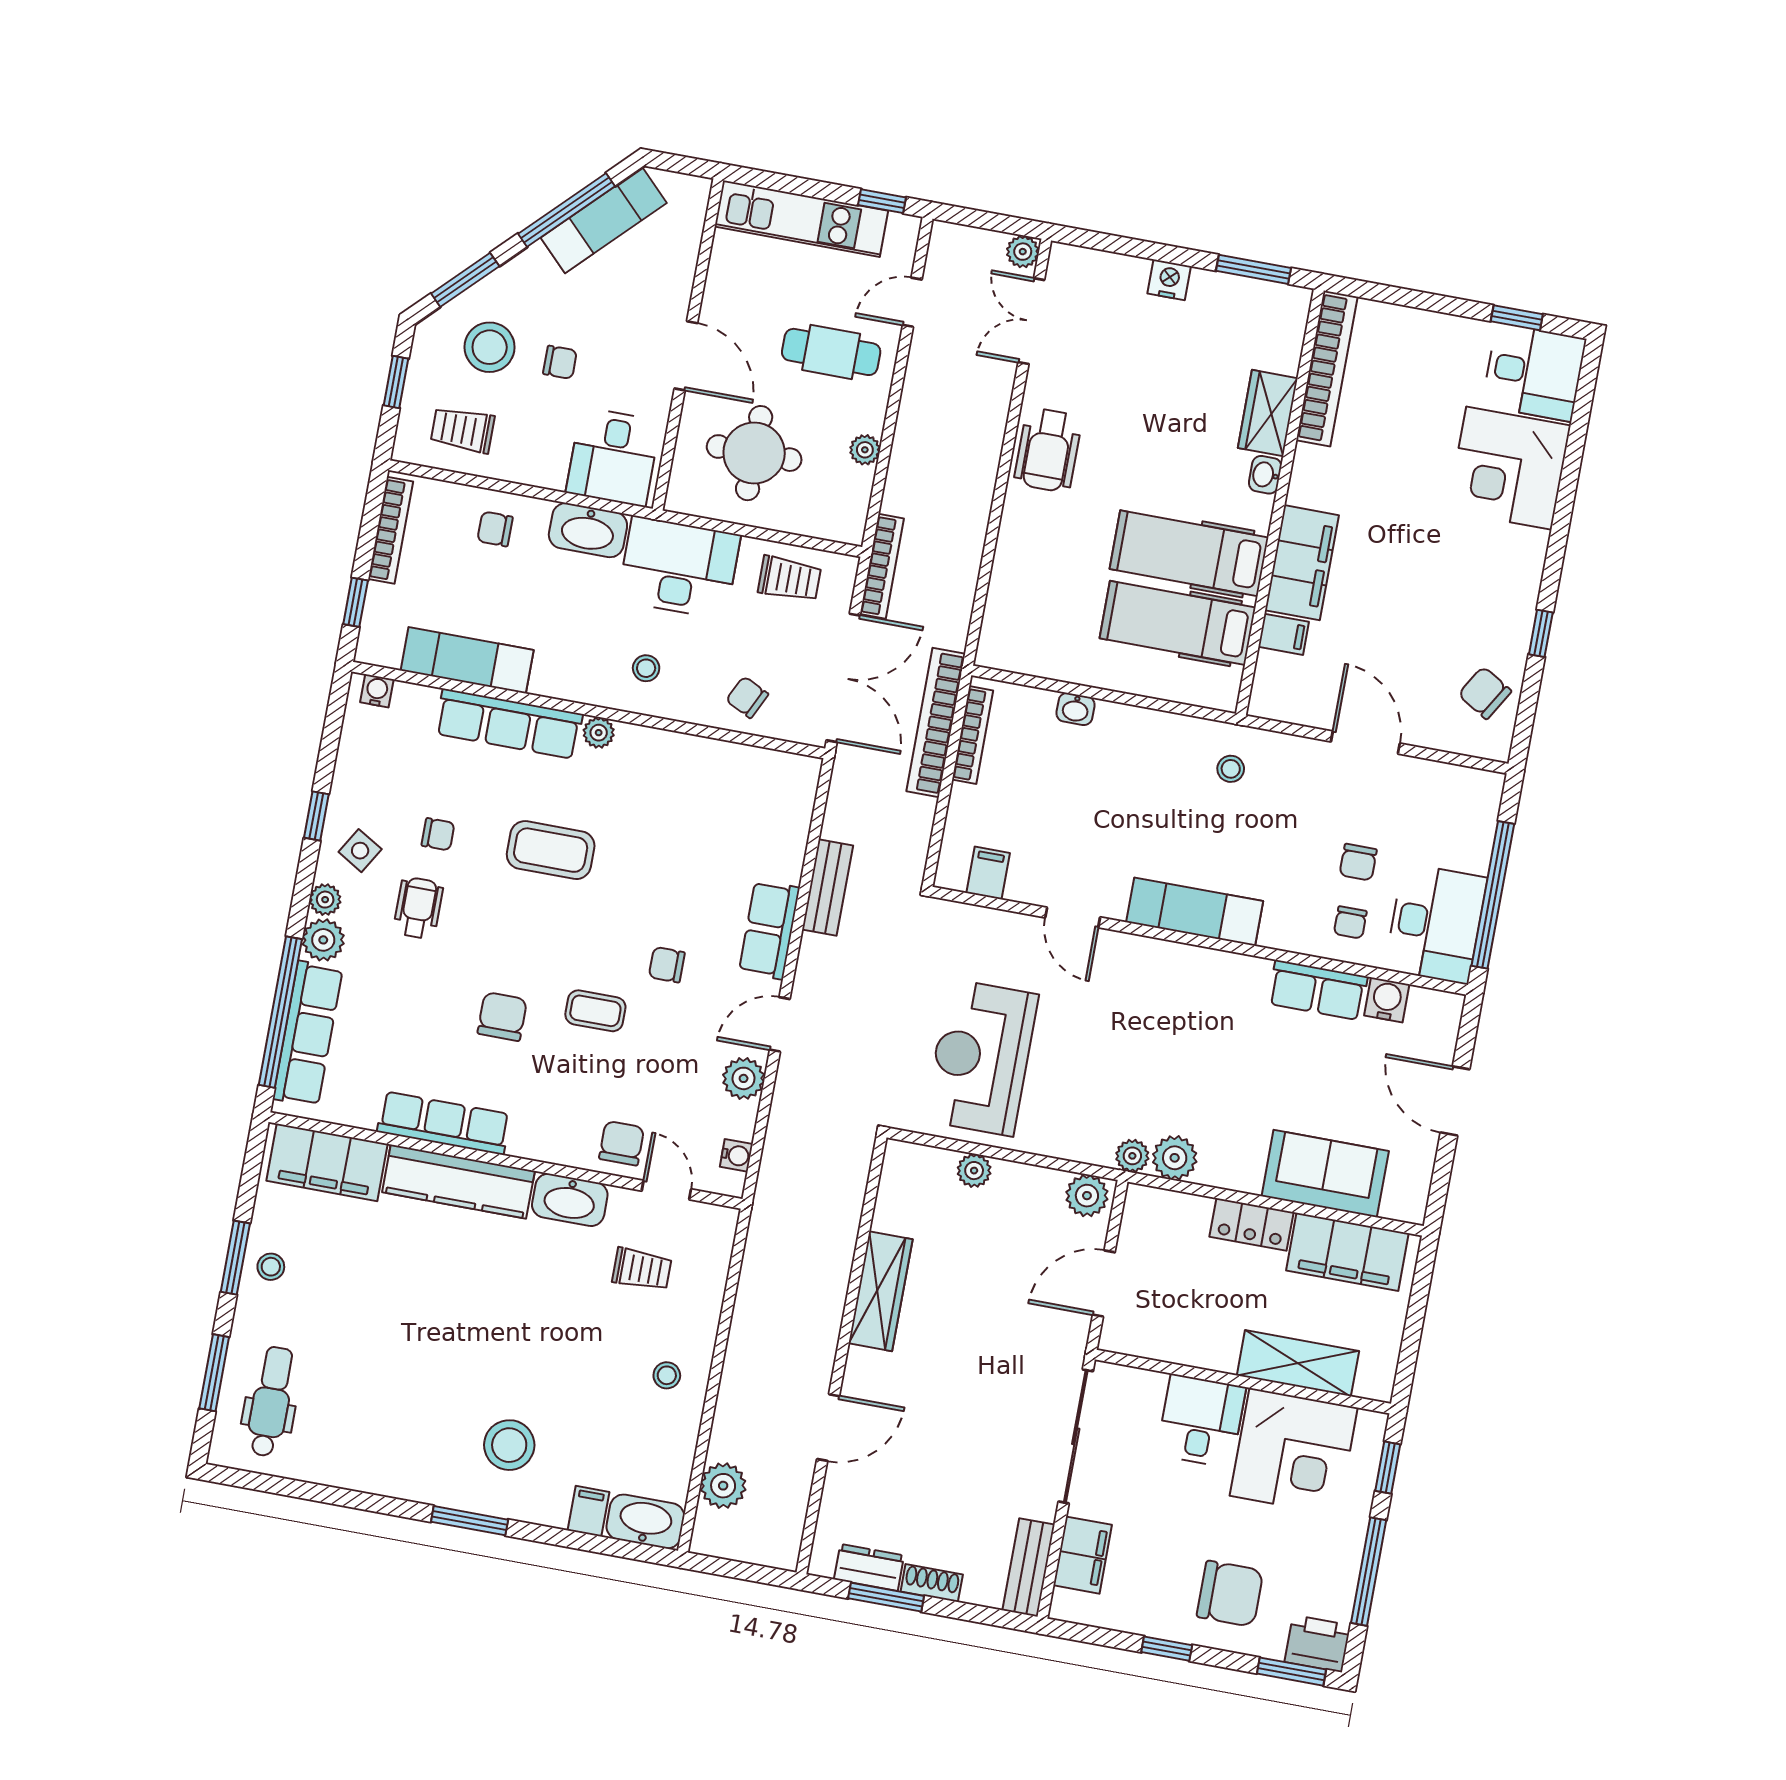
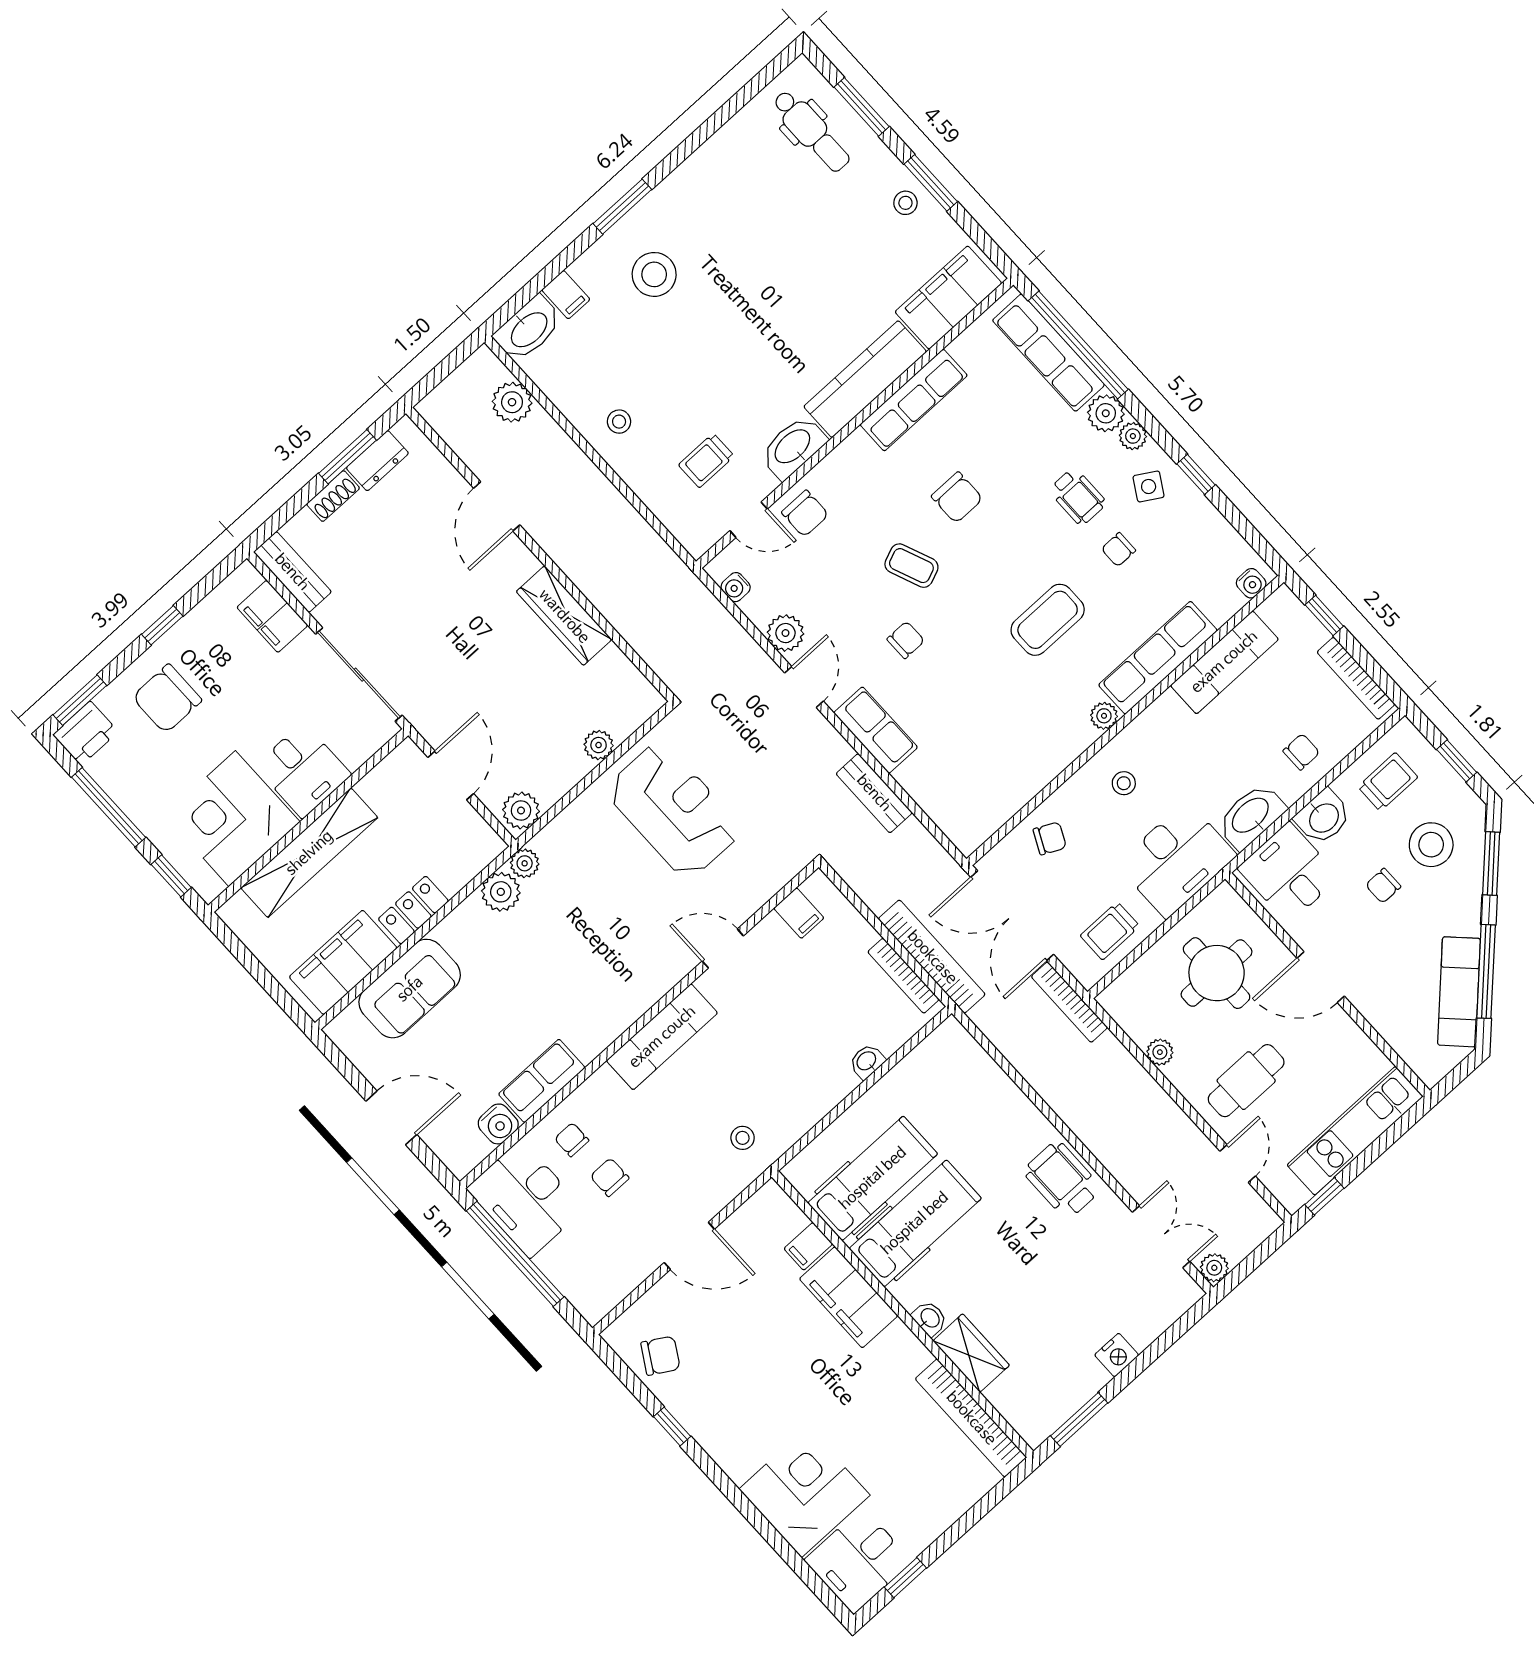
washbasin: (539, 464) -> (1323, 817), added
coffee table: (595, 1011) -> (911, 566), turned 68
shelving: (1298, 1363) -> (309, 853), width x1.47

